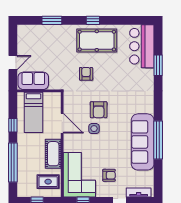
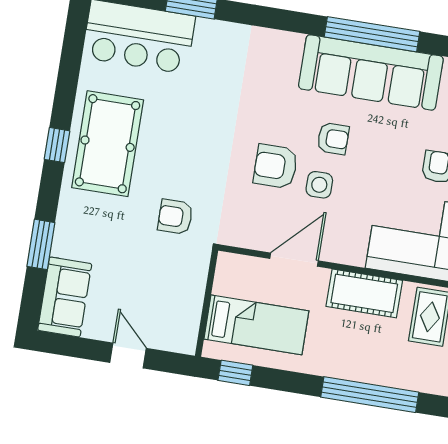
armchair: (86, 74) -> (175, 217), moved
sofa: (33, 81) -> (65, 297), moved, turned 180
armchair: (99, 110) -> (276, 166), turned 180
window: (13, 125) -> (235, 373), moved
armchair: (114, 131) -> (333, 139), added

